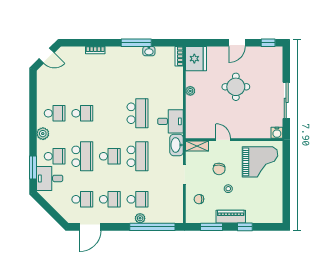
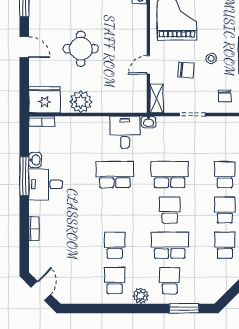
plant: (190, 91) -> (81, 102), width x1.88, depth x1.88
washbasin: (177, 145) -> (149, 122), width x0.52, depth x0.69
desk: (50, 178) -> (46, 184), moved, turned 90

